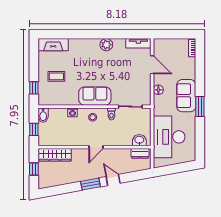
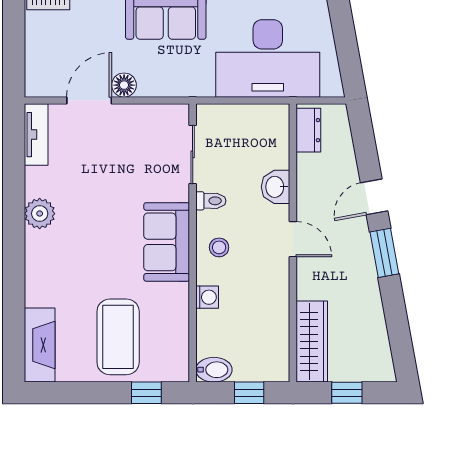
coffee table: (56, 76) -> (118, 337), width x1.86, depth x1.72
floor lamp: (158, 90) -> (124, 85), moved
washbasin: (139, 140) -> (276, 187), moved

